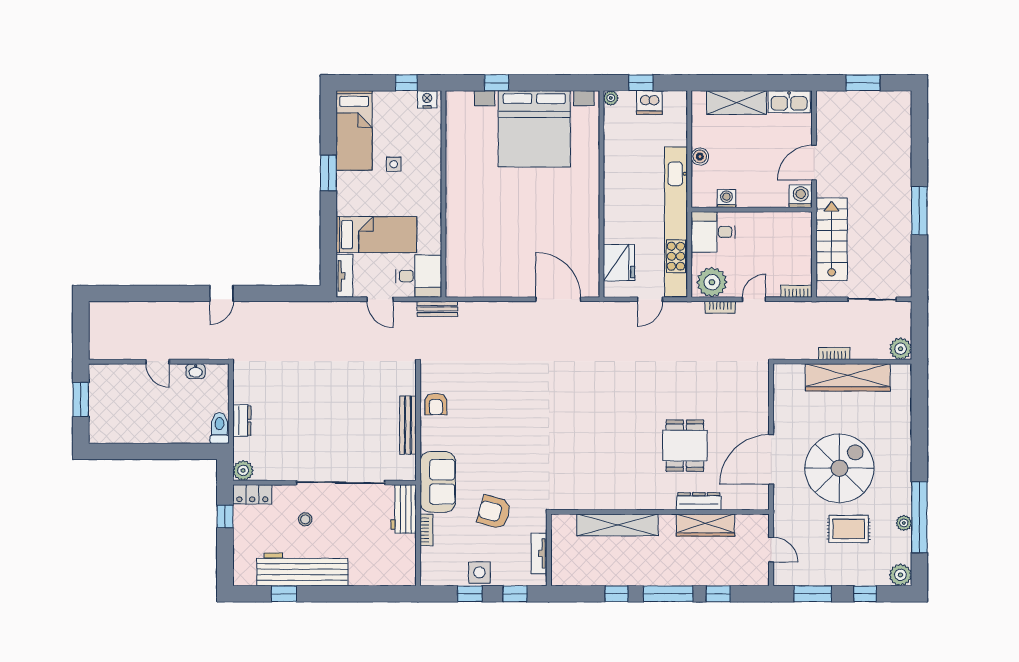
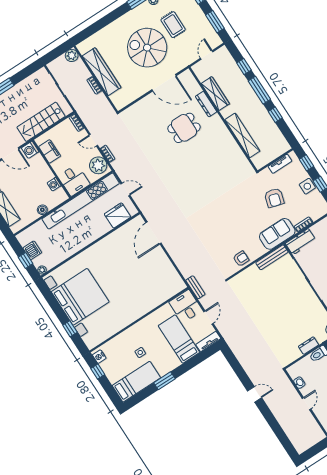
filing cabinet: (779, 223) -> (50, 151), added
bench: (408, 425) -> (272, 257), moved

